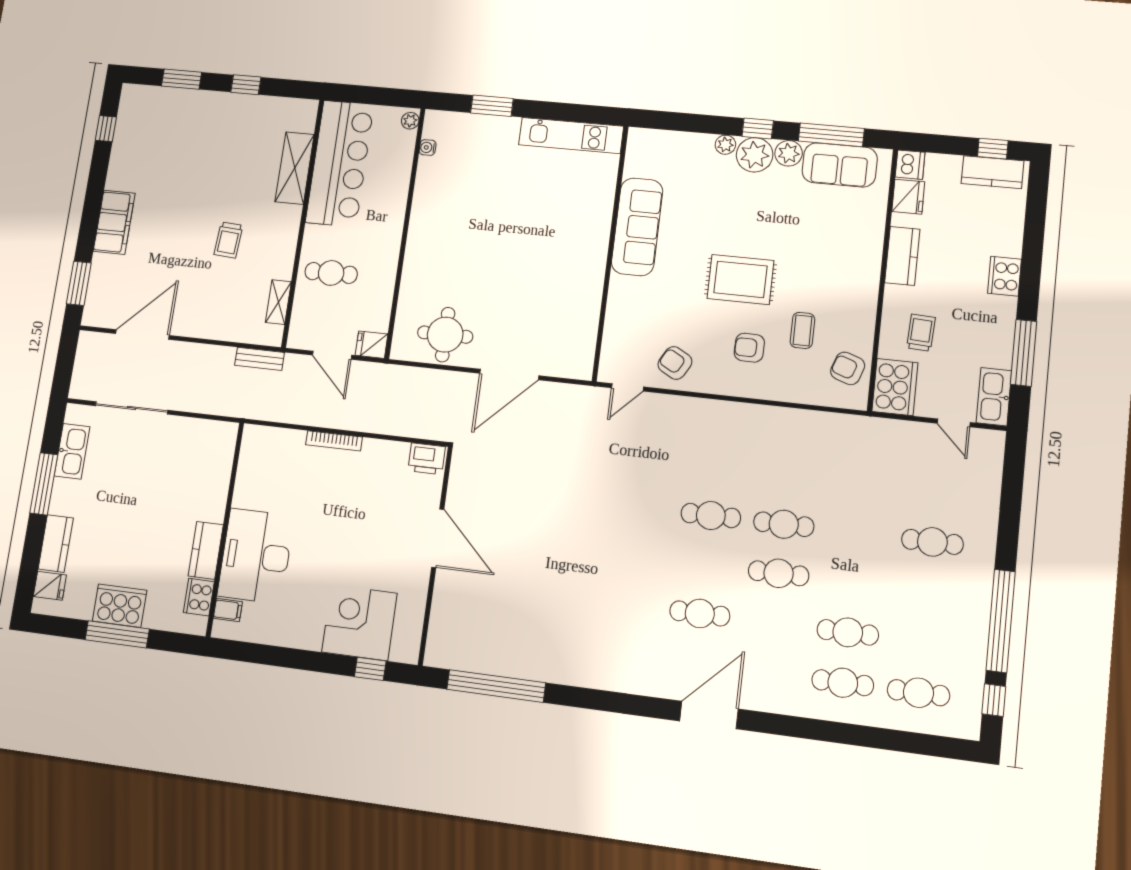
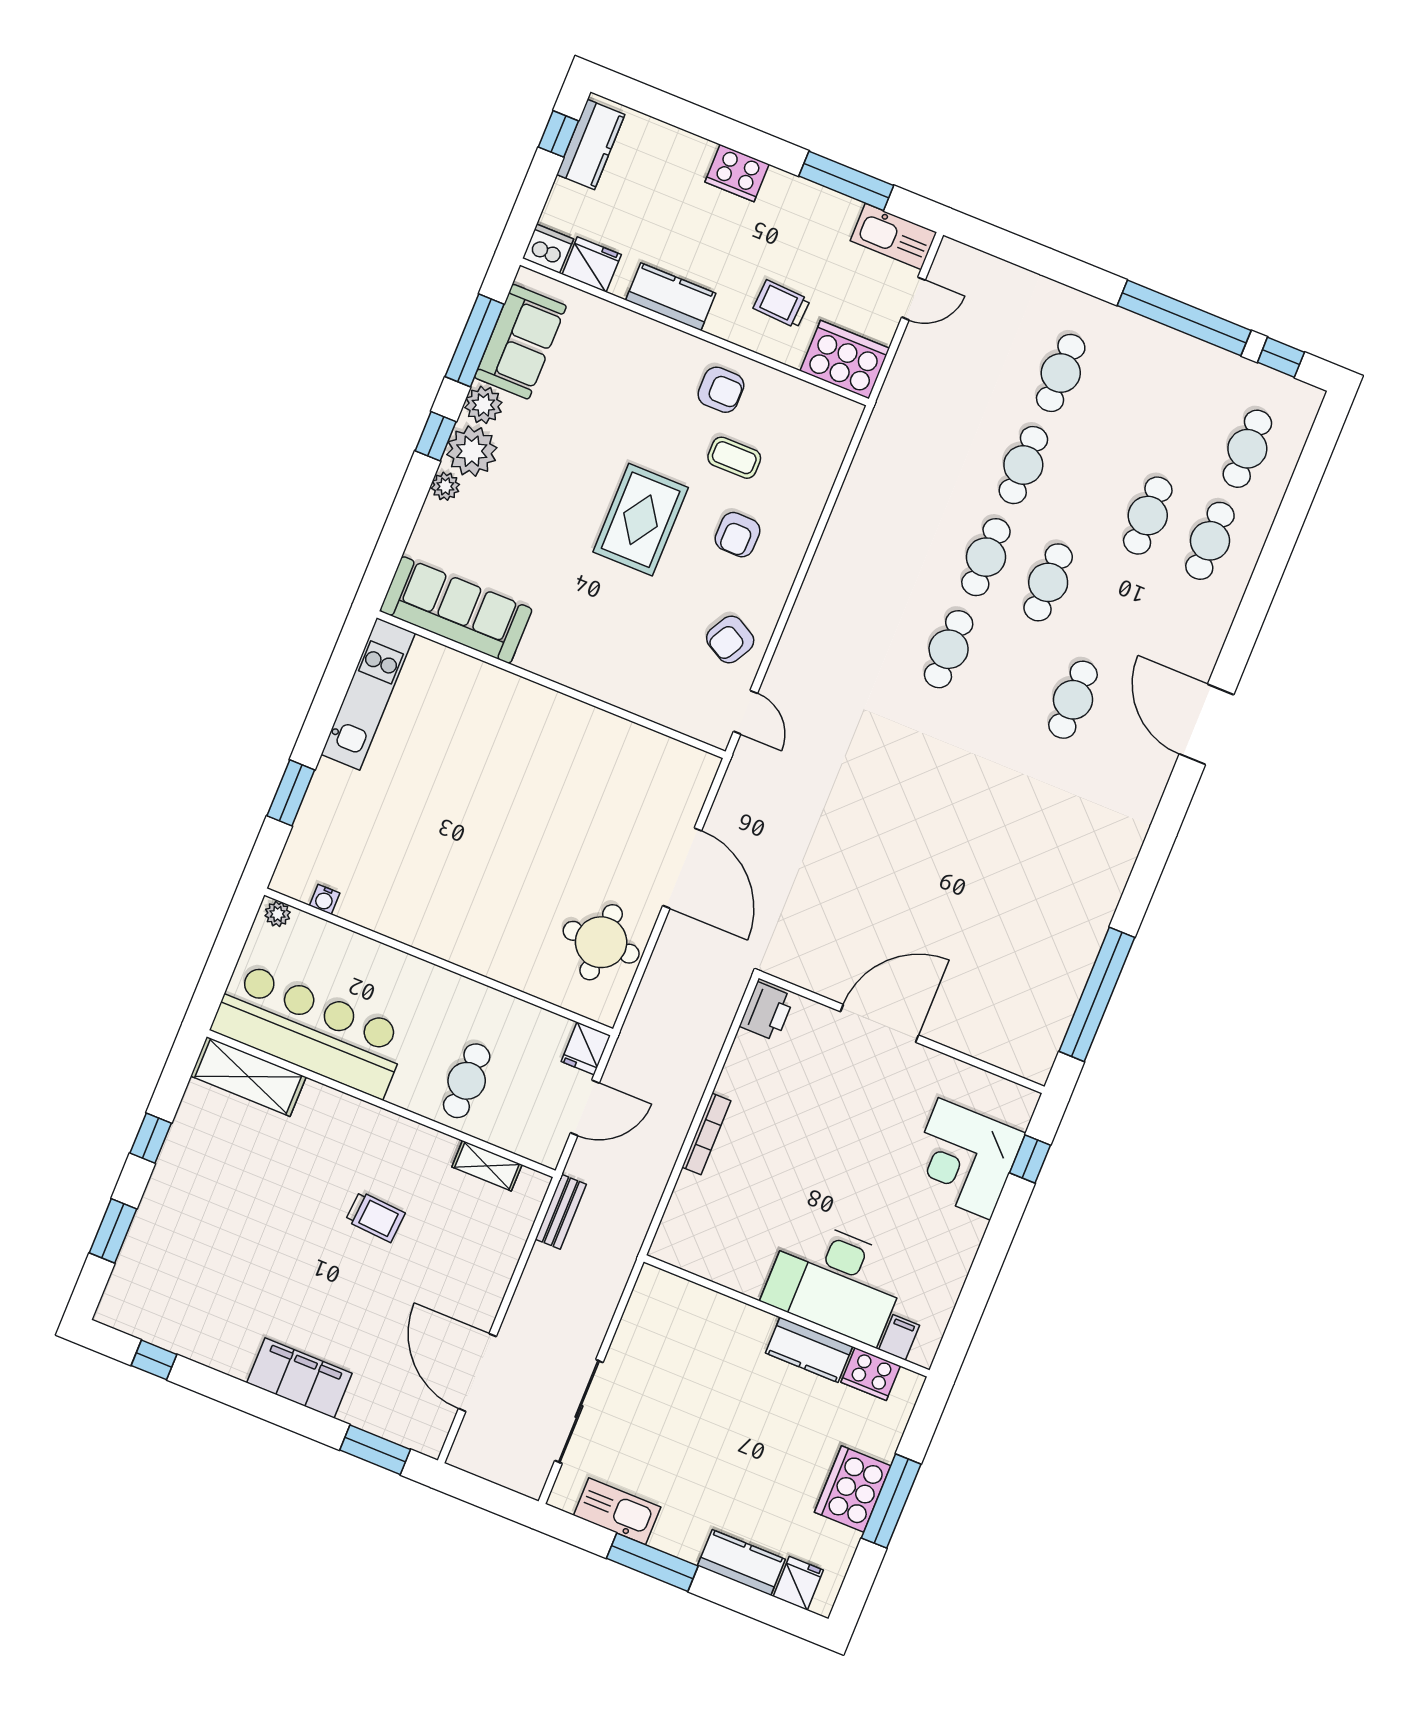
shelving: (295, 168) -> (248, 1076), moved
sofa: (637, 227) -> (456, 610), moved
armchair: (848, 368) -> (721, 390), moved, turned -109
cafe table: (858, 533) -> (1023, 465), added

